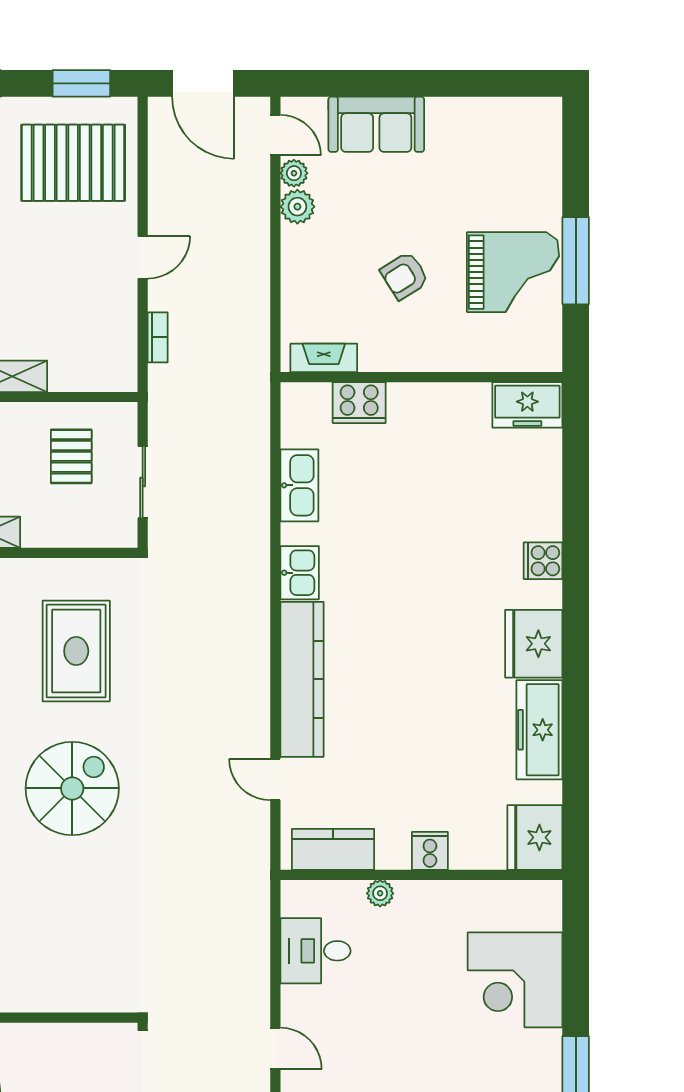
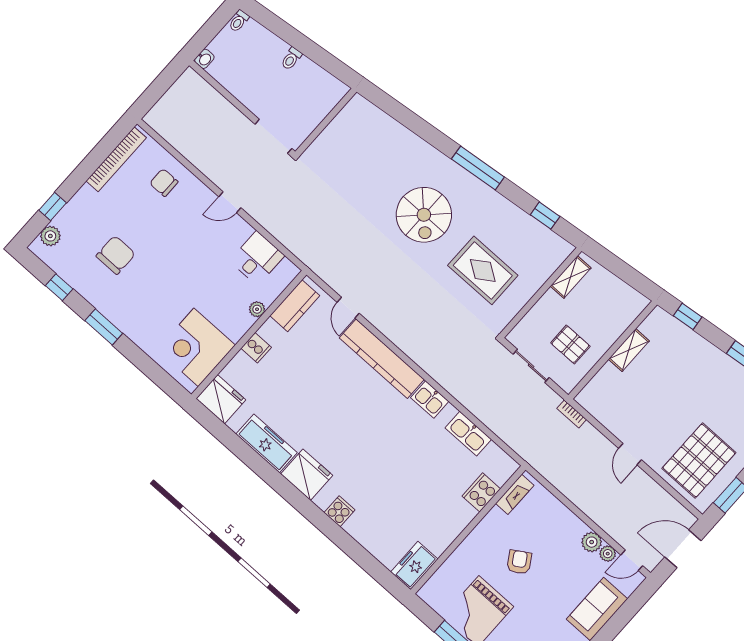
bookcase: (158, 337) -> (572, 414), moved
door: (275, 780) -> (348, 308), swing flipped
corner desk: (515, 980) -> (196, 347), moved, turned -90

